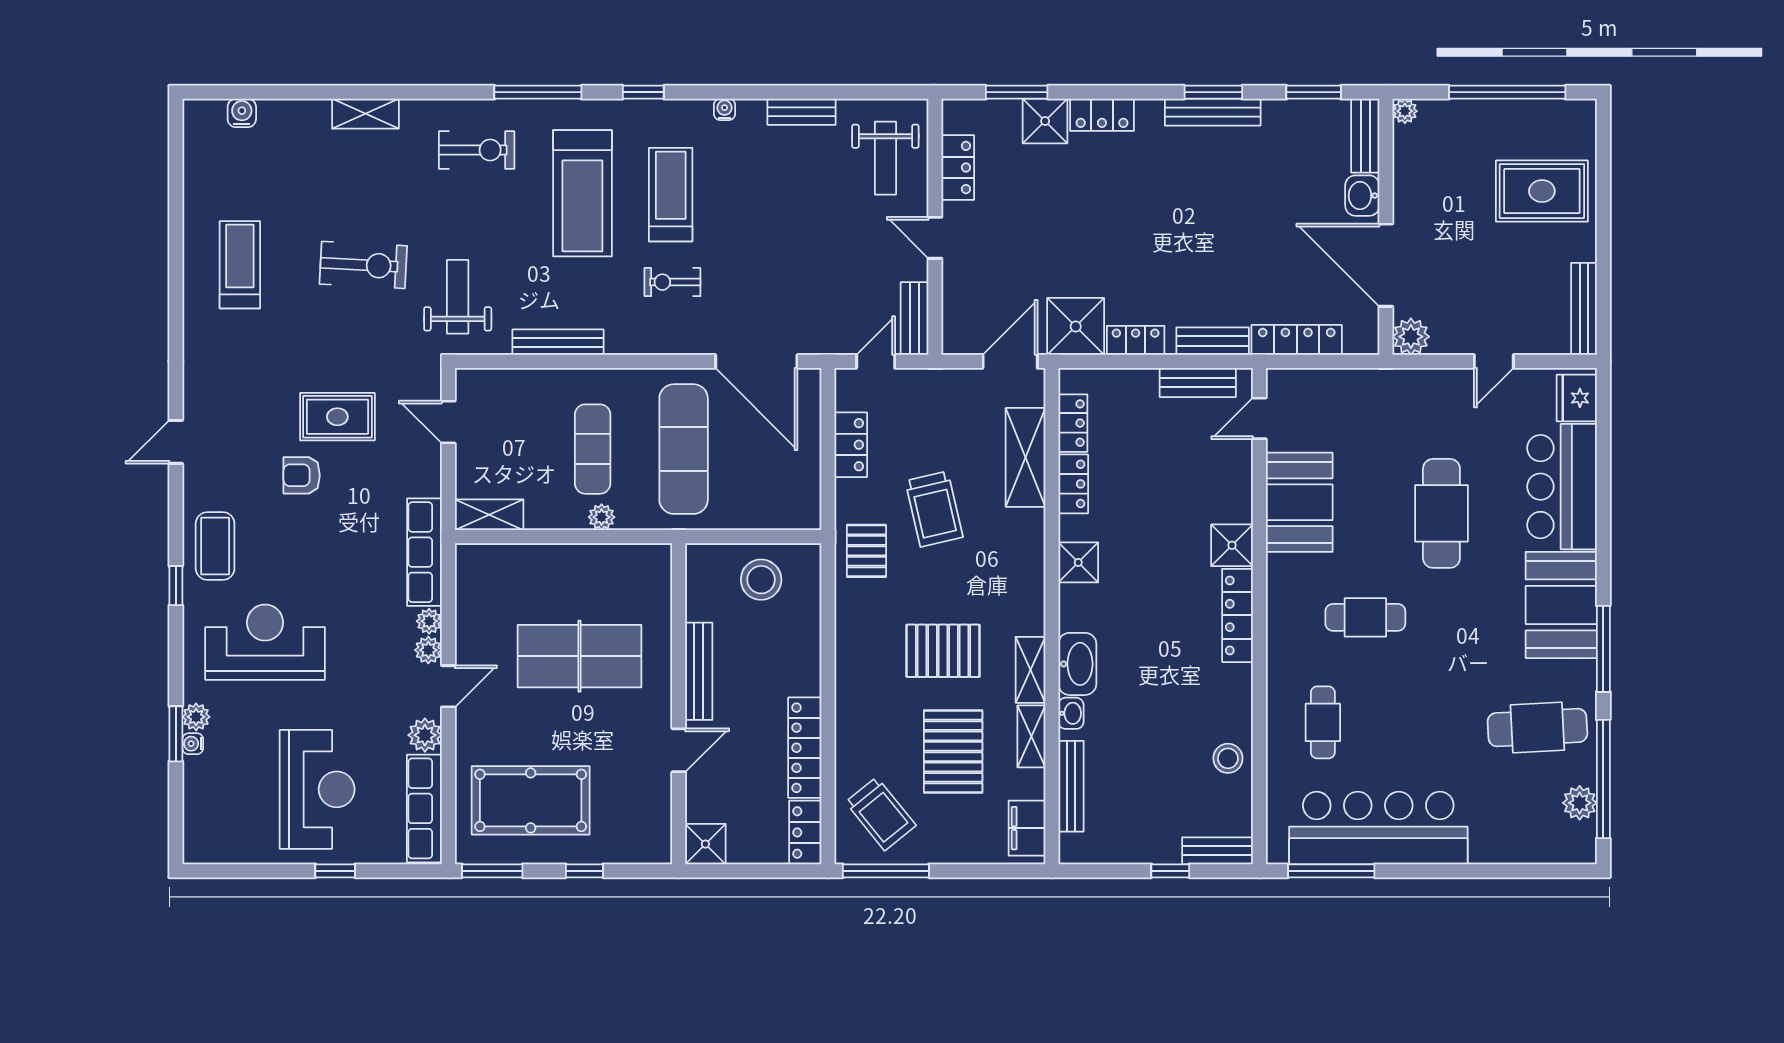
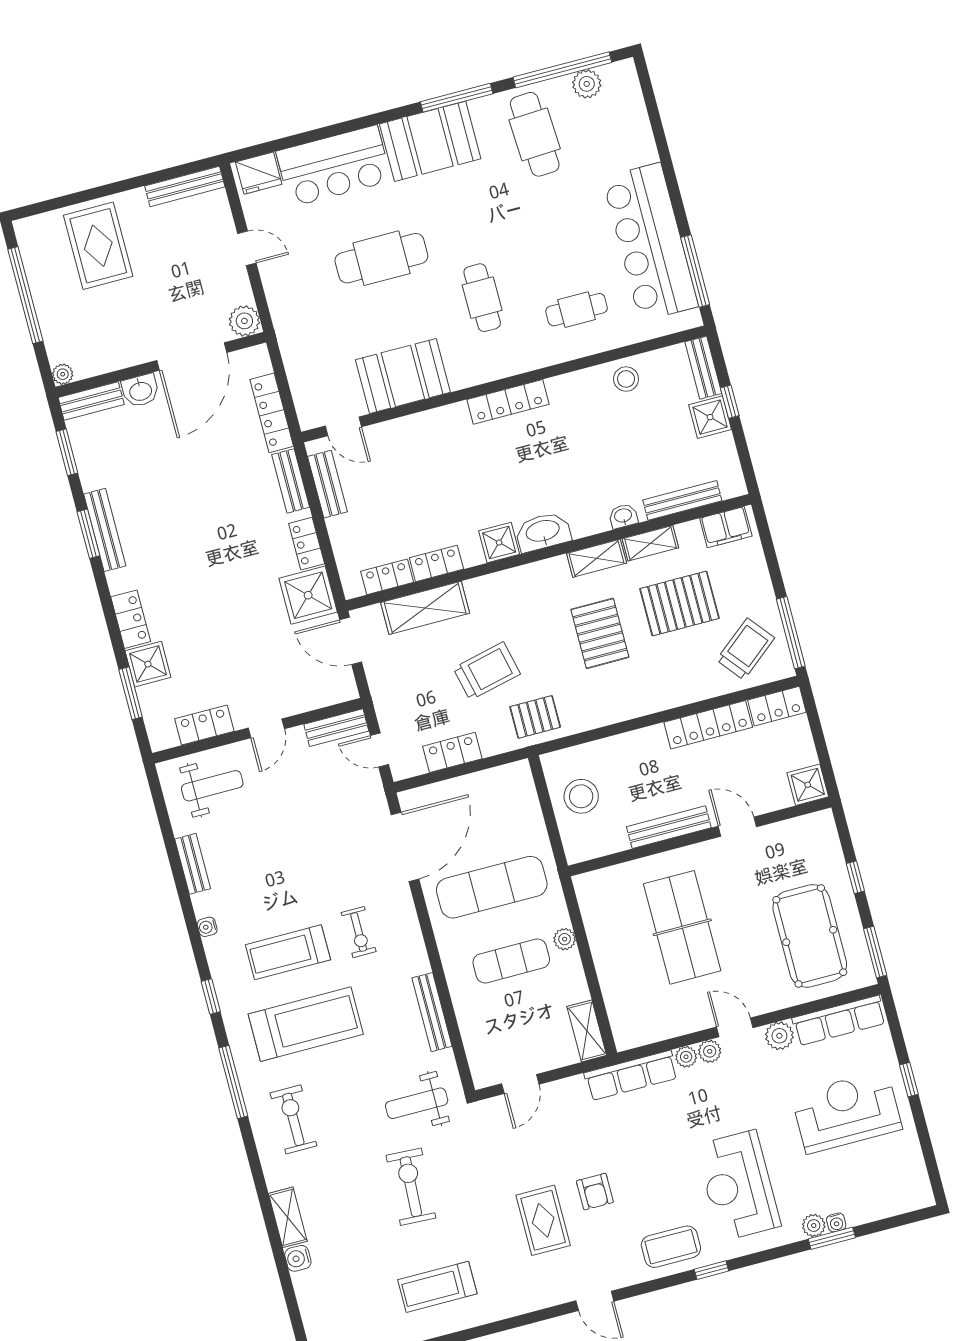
water cooler: (242, 113) -> (298, 1258), moved
rug: (337, 417) -> (543, 1220), moved
shower: (1232, 545) -> (710, 417), moved
washbasin: (1077, 664) -> (543, 532), moved

